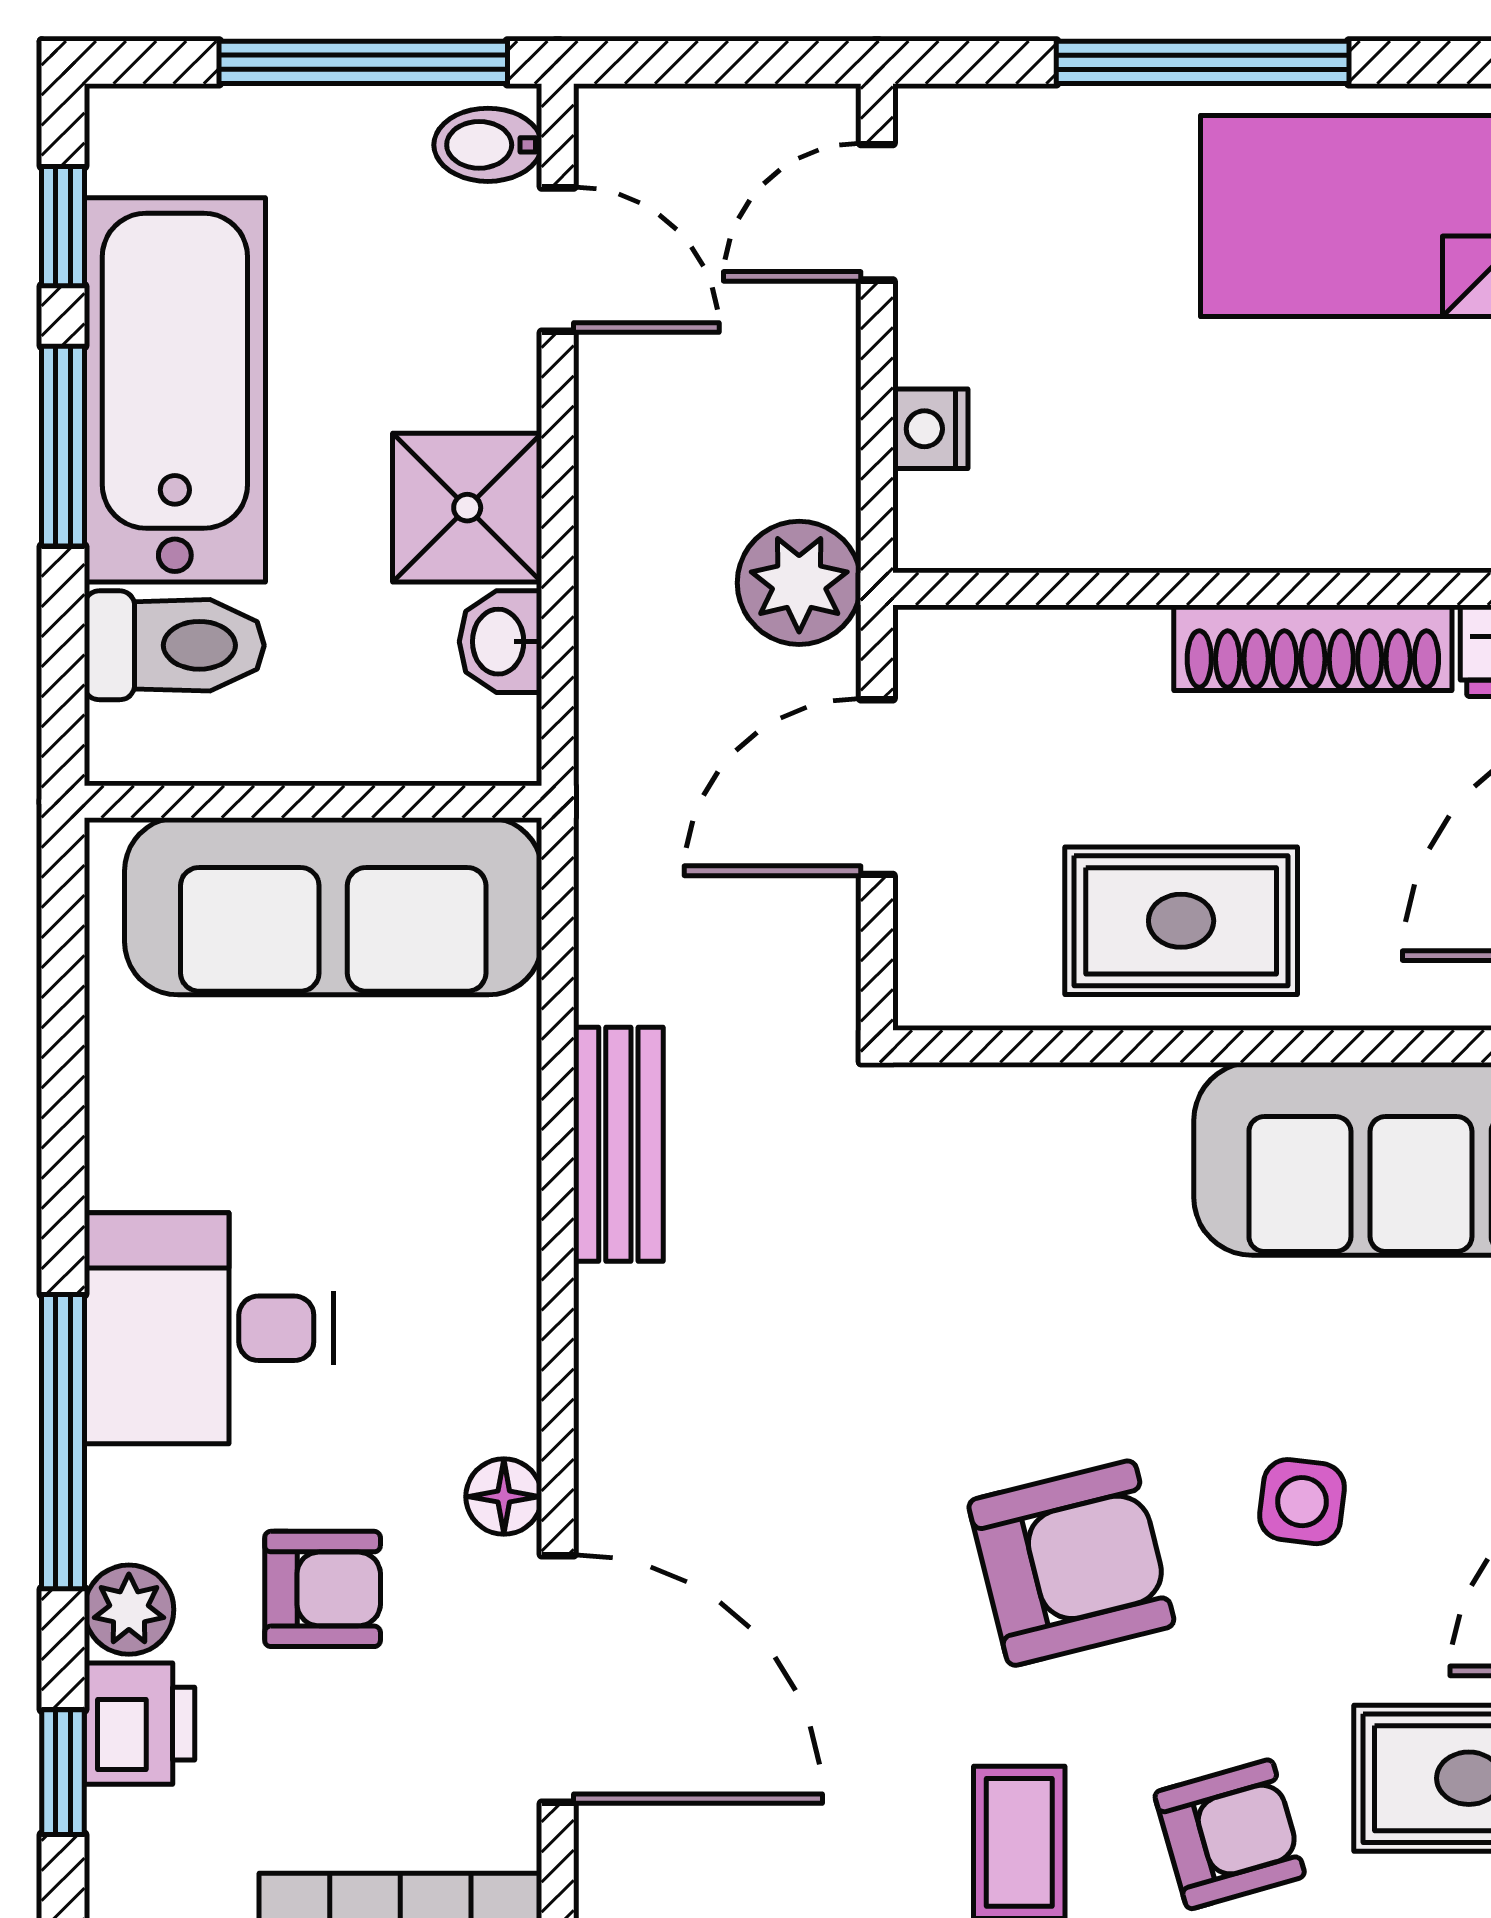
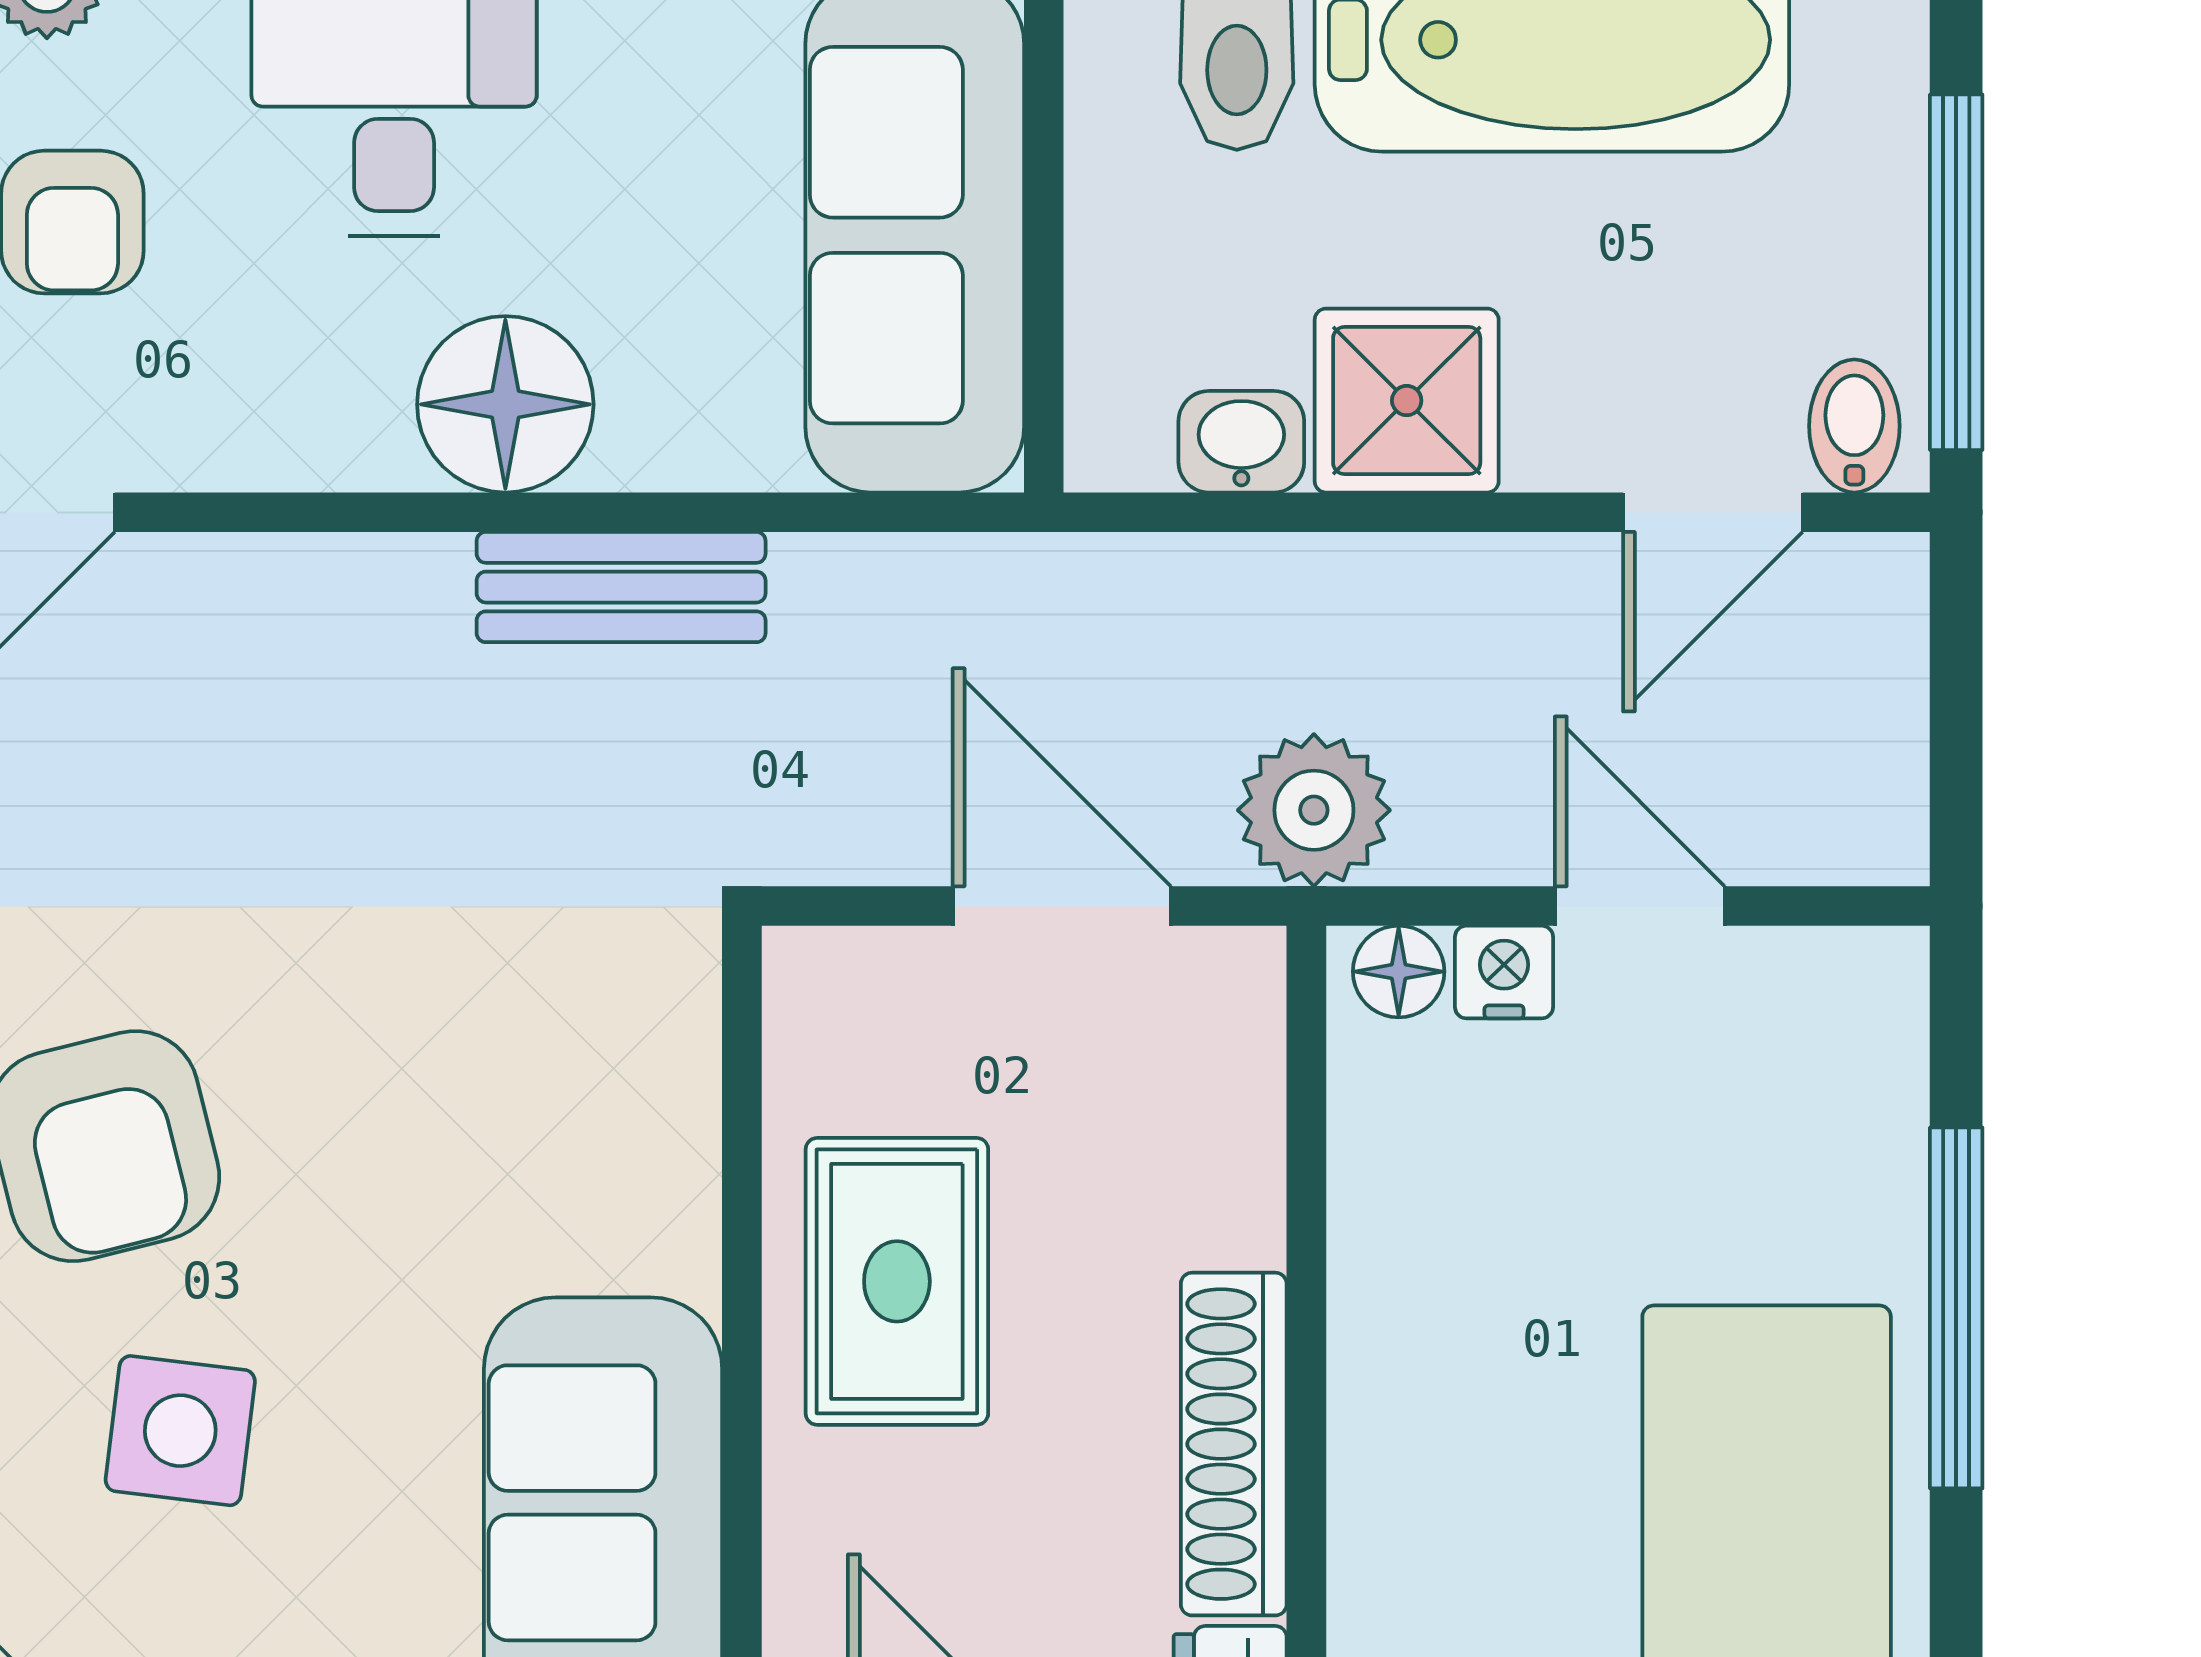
door: (877, 212) -> (1640, 906), moved
floor lamp: (930, 514) -> (1399, 972), added
floor lamp: (504, 1497) -> (505, 404), moved, width x1.89, depth x1.89
side table: (1302, 1502) -> (180, 1431), width x1.37, depth x1.37

